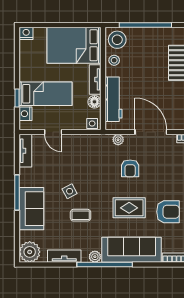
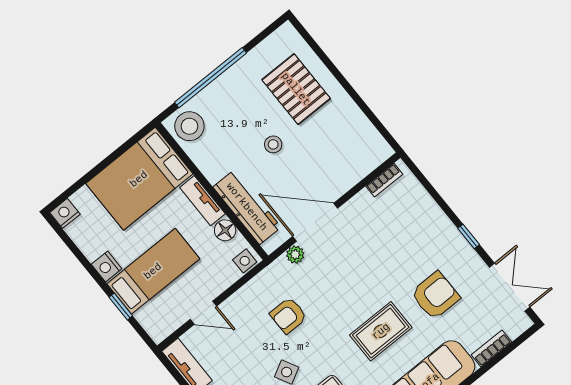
stool: (114, 60) -> (273, 144), moved
nightstand: (25, 114) -> (107, 266), moved
door: (151, 132) -> (315, 222), moved
armchair: (130, 168) -> (288, 315), moved, turned 90

